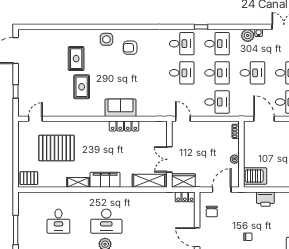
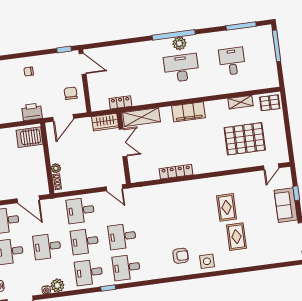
sofa: (120, 108) -> (286, 205), moved, turned 90
plant: (235, 159) -> (56, 168), moved
shelving: (78, 182) -> (241, 102), moved
locker: (185, 197) -> (120, 102), moved
printer: (265, 199) -> (32, 112), moved

